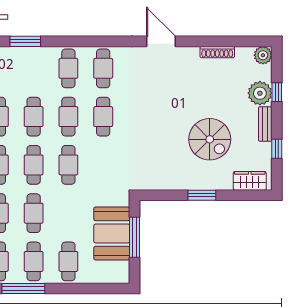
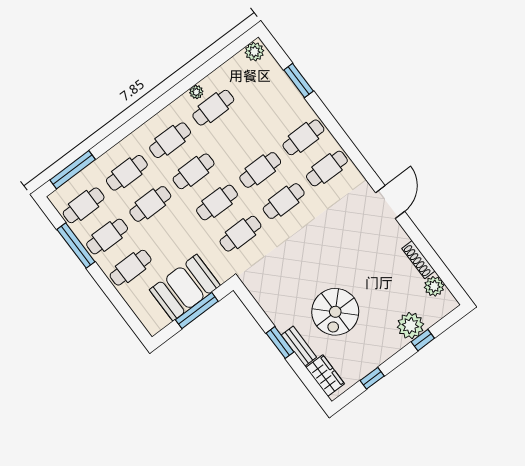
plant: (263, 55) -> (434, 286), moved
cafe table: (34, 117) -> (240, 234), moved
bench: (265, 124) -> (299, 346), moved, turned 90

